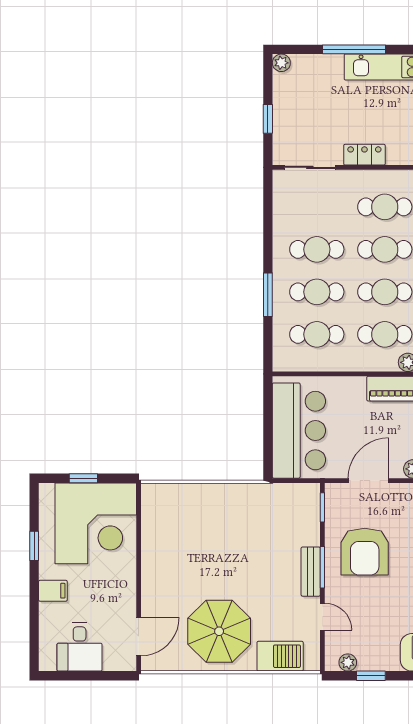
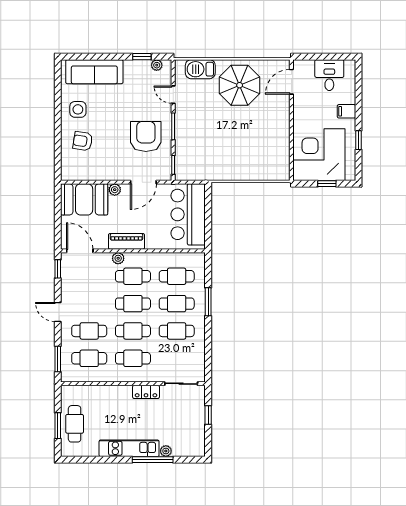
plant: (281, 63) -> (166, 451), moved
bench: (311, 572) -> (181, 124), removed

